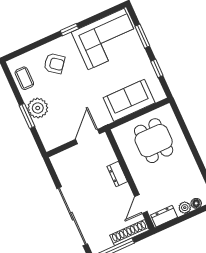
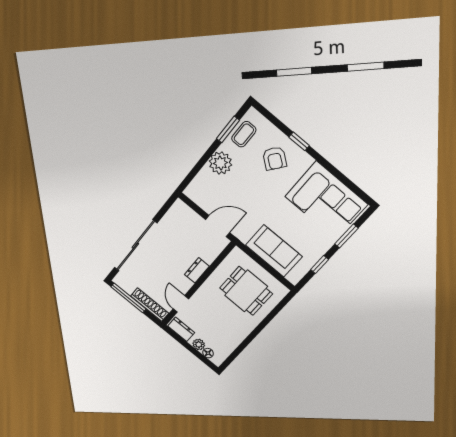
window: (69, 30) -> (299, 141), moved
window: (27, 116) -> (228, 129), moved
dining table: (154, 141) -> (246, 291), turned 90
door: (141, 204) -> (181, 304), hinge flipped

